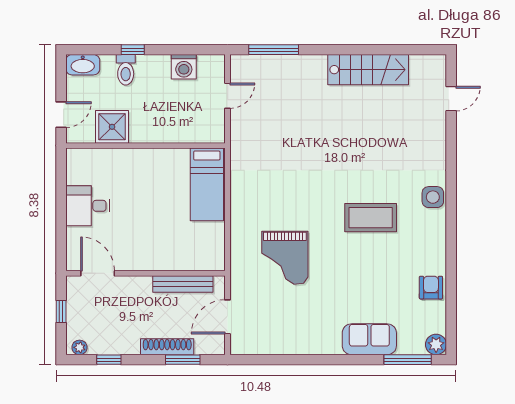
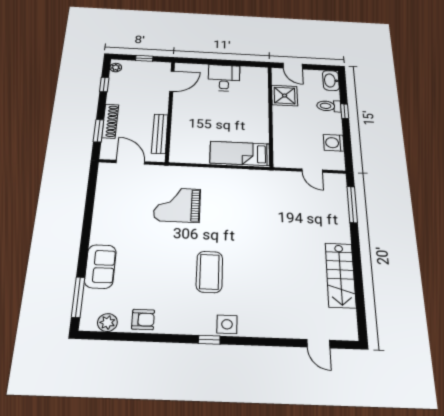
window: (451, 216) -> (209, 340), added
plant: (436, 344) -> (107, 323), moved

